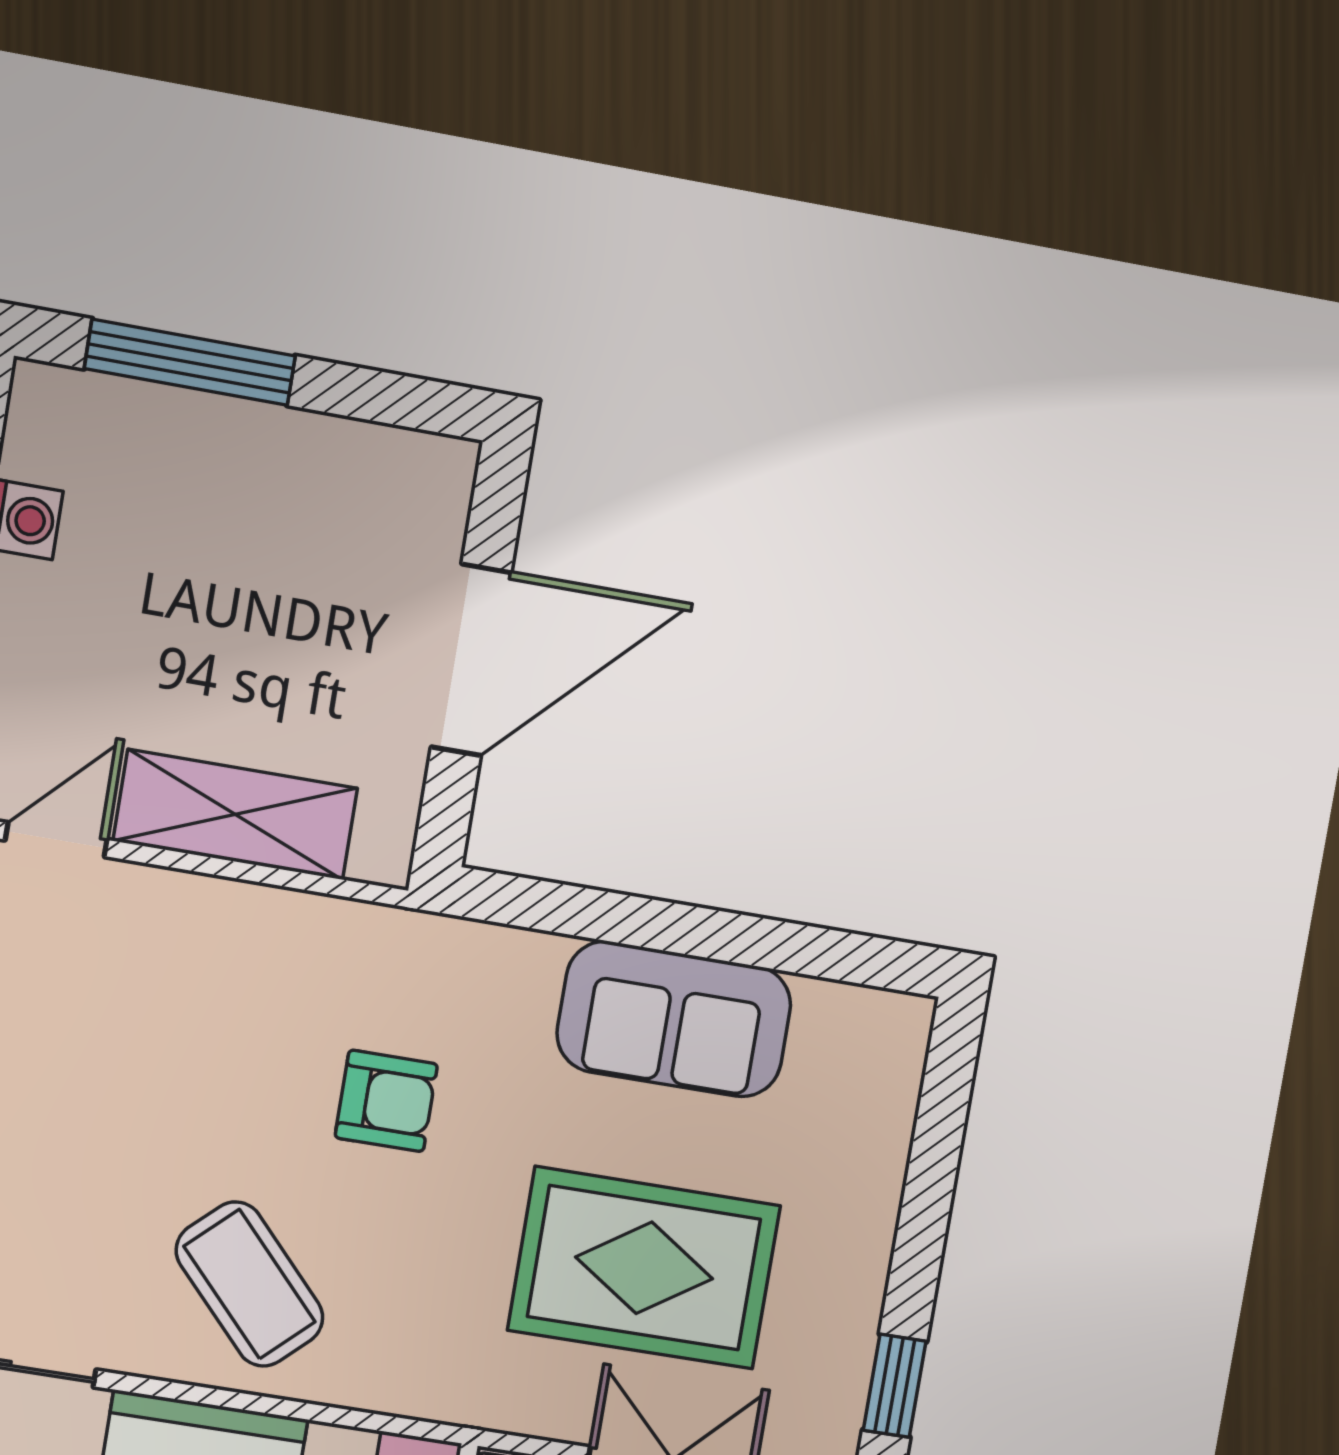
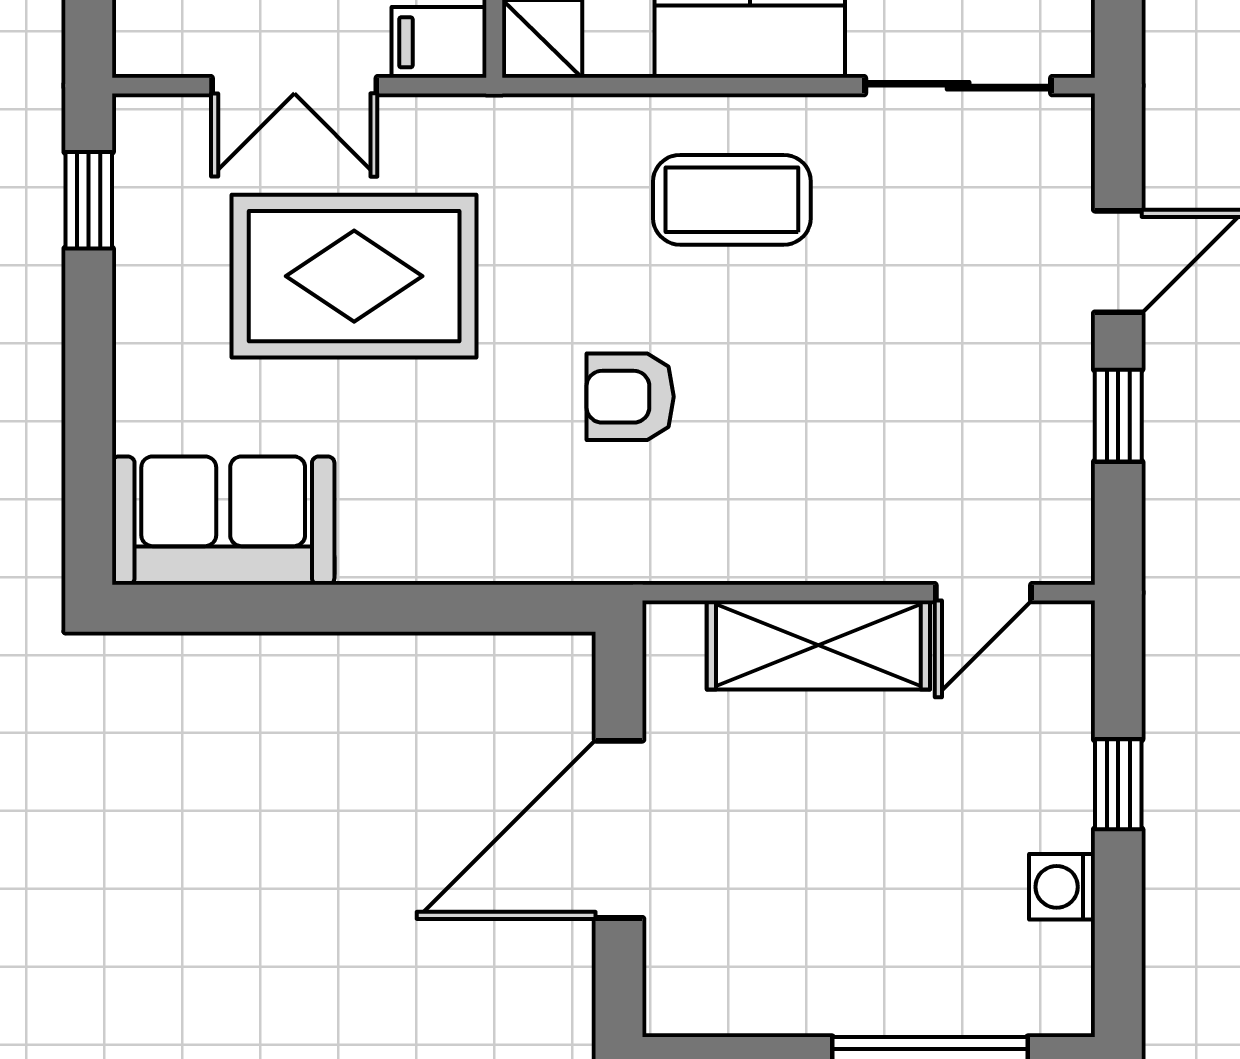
sofa: (674, 1019) -> (223, 521), moved
coffee table: (250, 1284) -> (732, 200), turned -47

